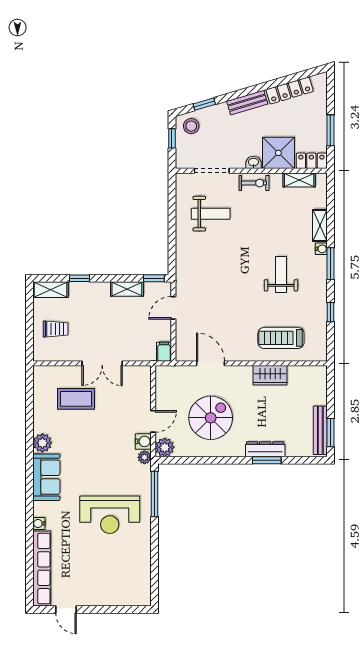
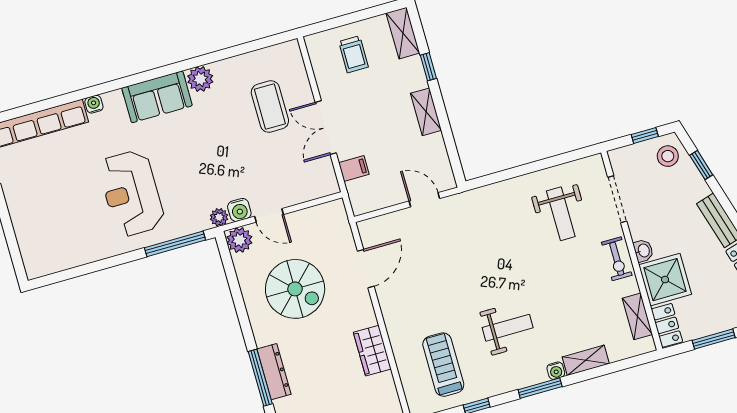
window: (154, 278) -> (456, 163), removed
shelving: (127, 289) -> (426, 112), moved
treadmill: (281, 338) -> (443, 365), moved
filing cabinet: (164, 352) -> (354, 168), moved
window: (267, 460) -> (260, 378), width x1.44

